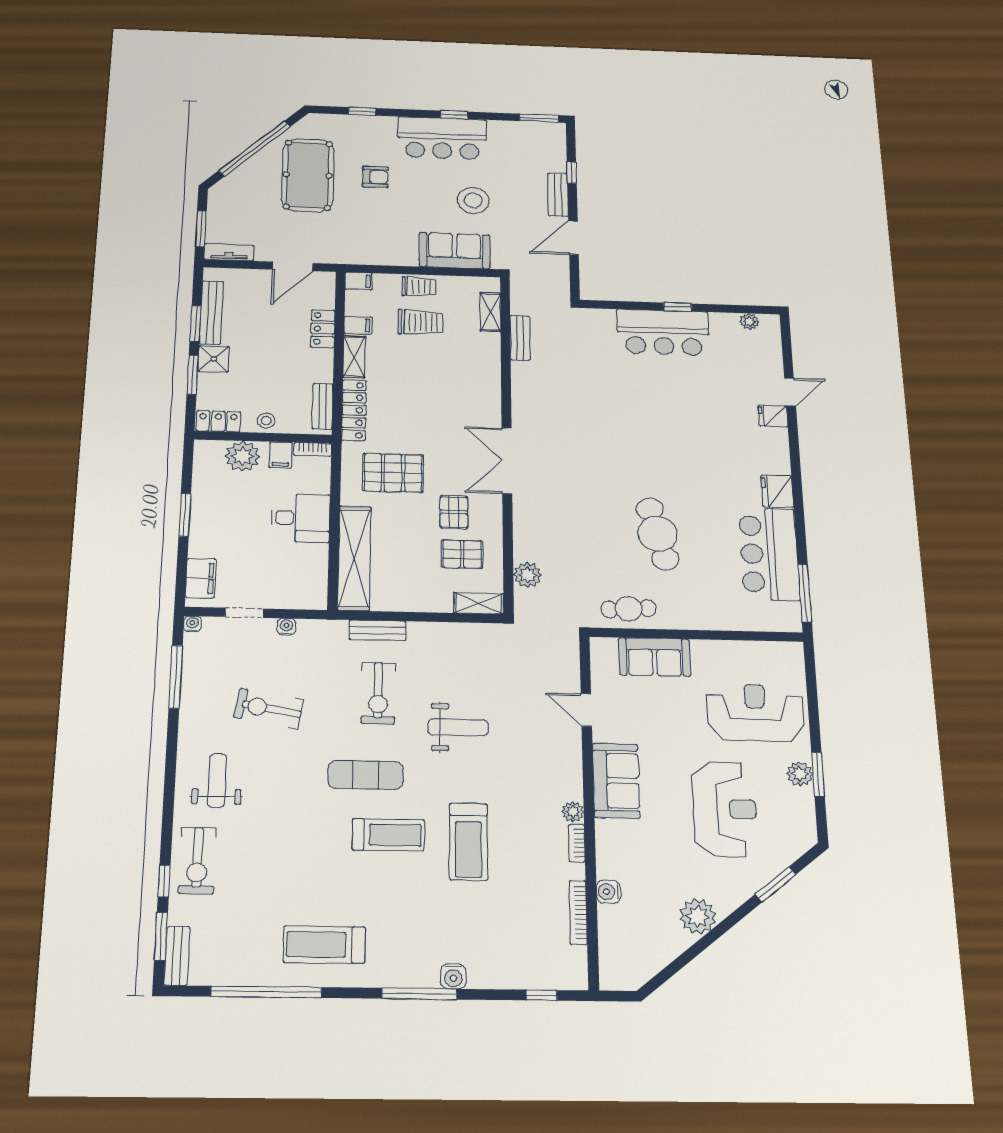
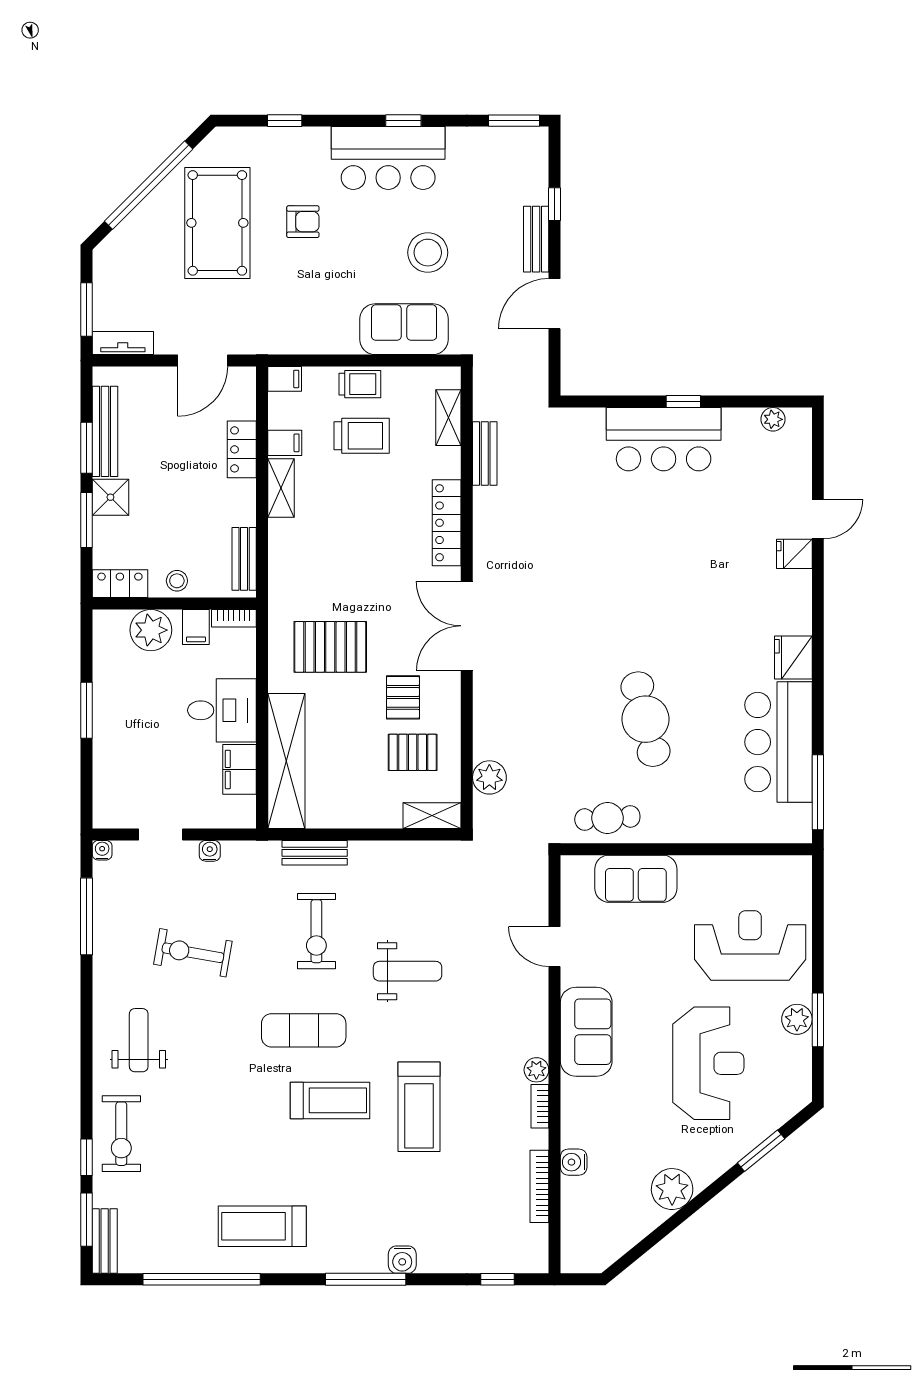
locker: (354, 410) -> (447, 523), moved, turned 180
filing cabinet: (201, 578) -> (239, 769), moved, turned 180

